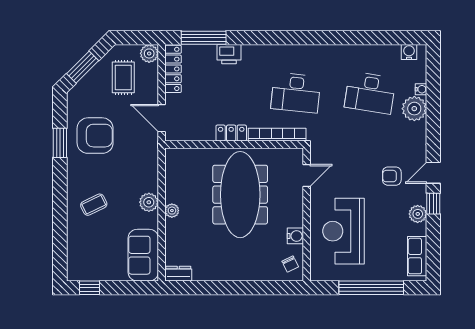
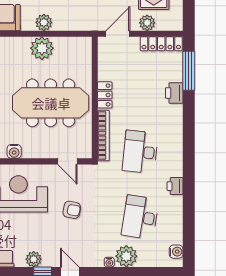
plant: (149, 53) -> (147, 23), moved
printer: (335, 53) -> (175, 186), added
water cooler: (421, 89) -> (109, 262), moved
armchair: (392, 176) -> (72, 210), moved, turned 101
plant: (172, 211) -> (42, 48), width x1.87, depth x1.87

